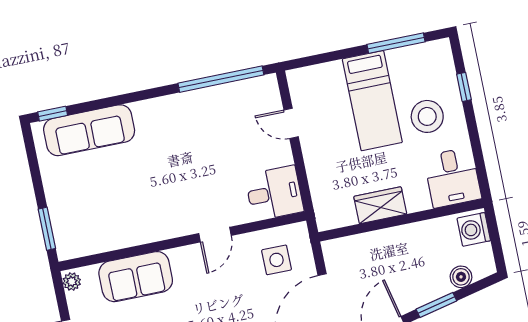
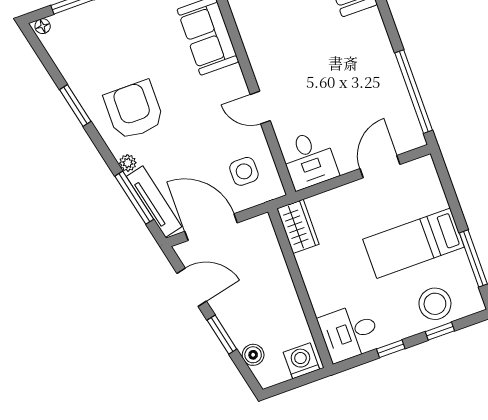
stool: (427, 116) -> (435, 304), moved
door: (291, 123) -> (380, 167), width x1.38
window: (475, 138) -> (391, 349), added
wardrobe: (380, 205) -> (298, 226), moved

